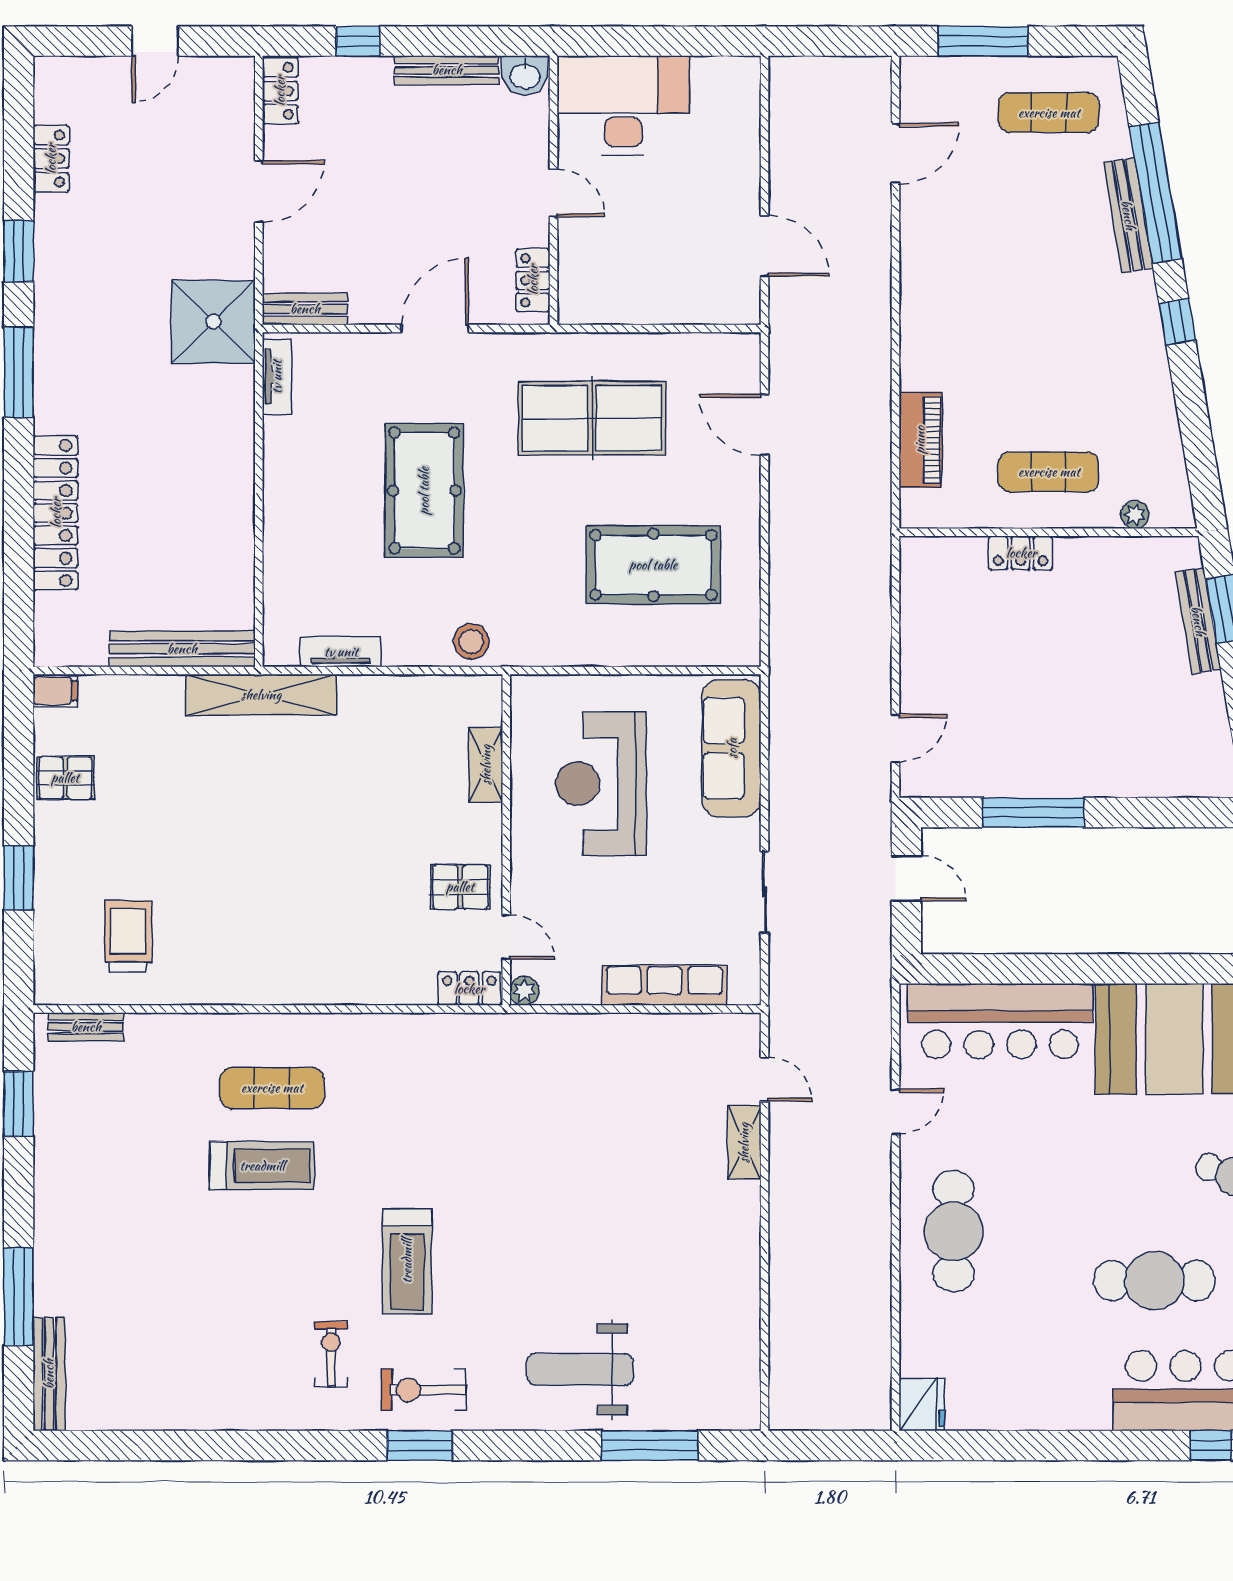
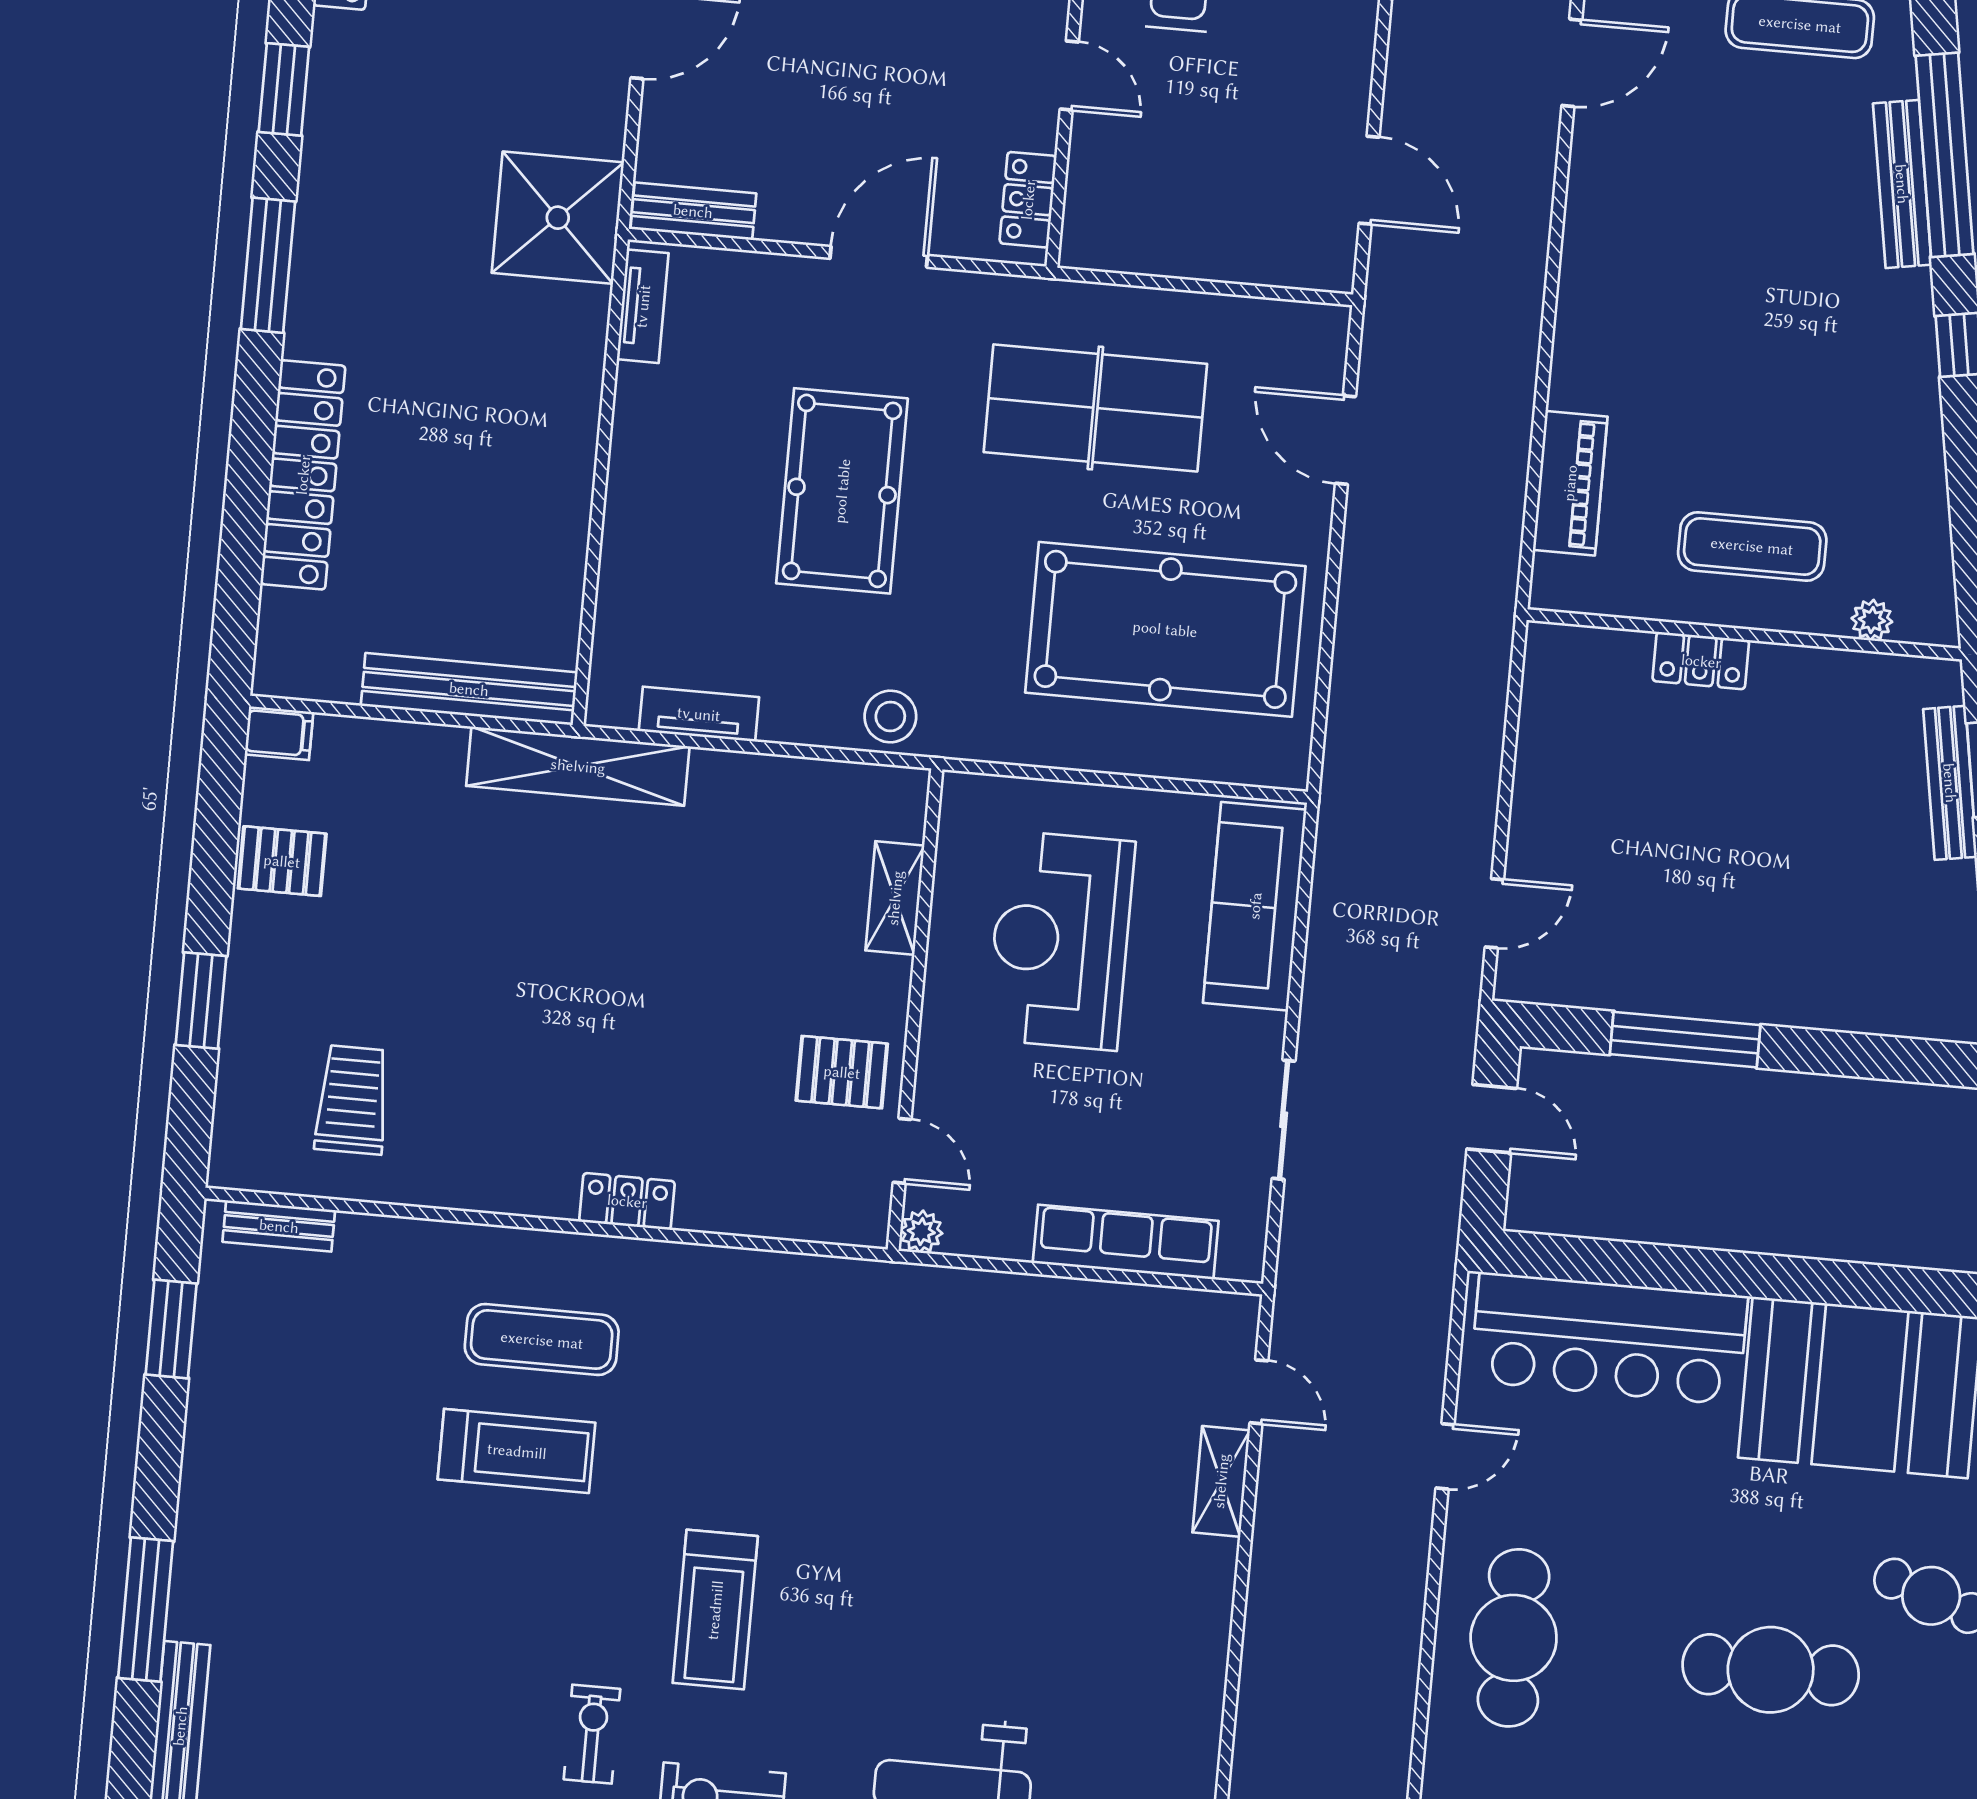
pool table: (653, 565) -> (1165, 629), width x1.36, depth x1.32
locker: (469, 989) -> (627, 1201), moved
cafe table: (1154, 1281) -> (1771, 1670), moved

